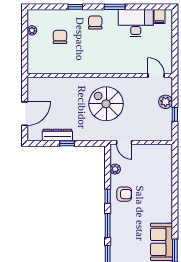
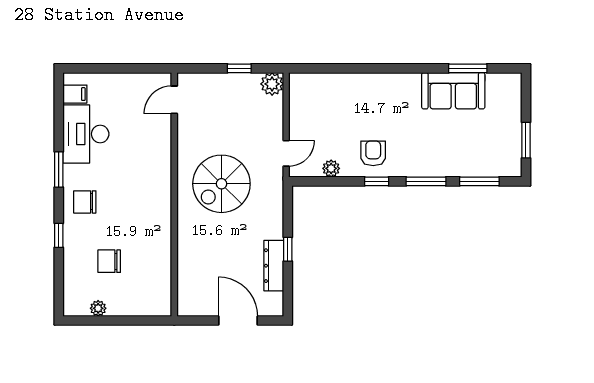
plant: (165, 102) -> (272, 84), moved

